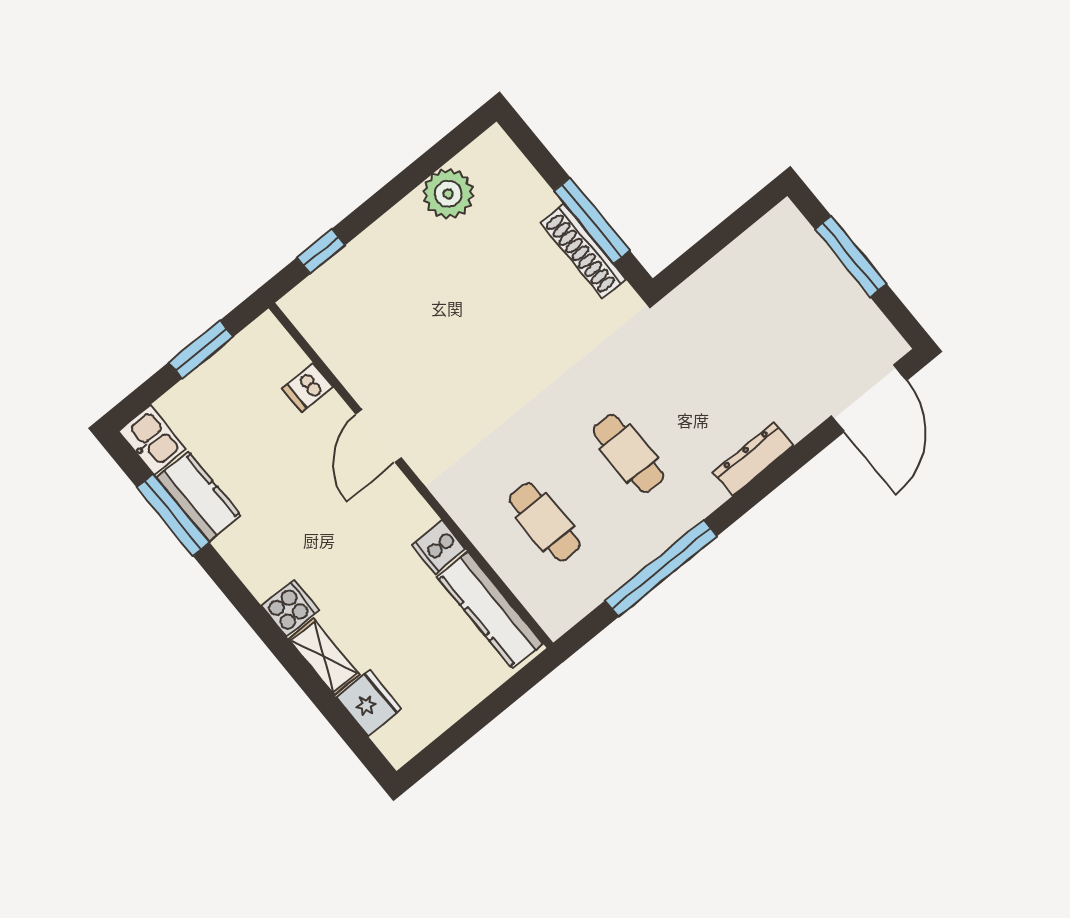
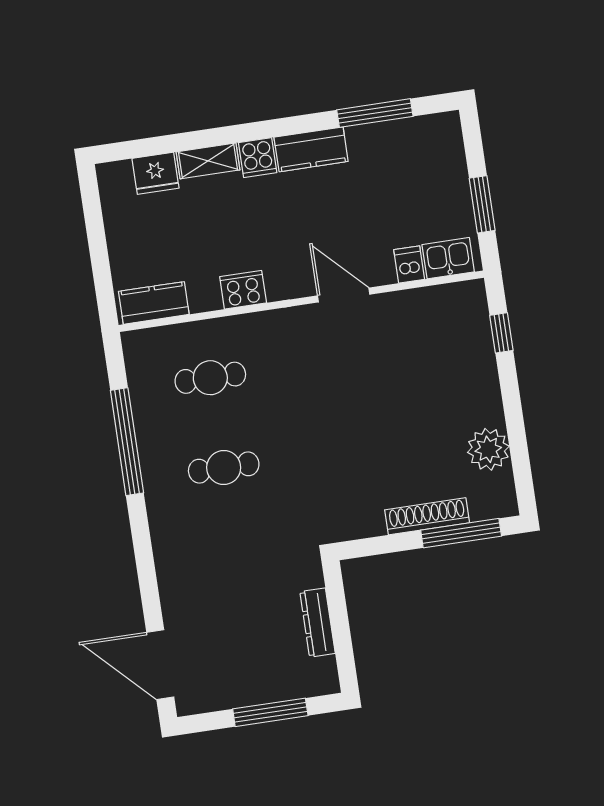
window: (592, 221) -> (461, 533), moved
shoe rack: (583, 251) -> (427, 516), moved
kitchen sink: (152, 440) -> (448, 258), moved, turned 180
dresser: (753, 459) -> (318, 623), moved, turned 180
kitchen counter: (199, 497) -> (311, 149), moved
cooker: (439, 547) -> (243, 290), width x1.36
kitchen counter: (490, 610) -> (154, 303), width x0.67

